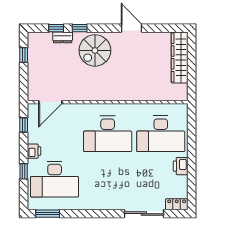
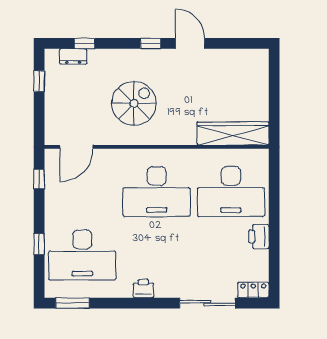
window: (80, 28) -> (150, 43), moved
dresser: (63, 37) -> (73, 56), moved
spiral stairs: (95, 50) -> (134, 103), moved, turned 180
wardrobe: (180, 57) -> (233, 134), moved, turned 90
printer: (34, 151) -> (143, 289), moved, turned -90

